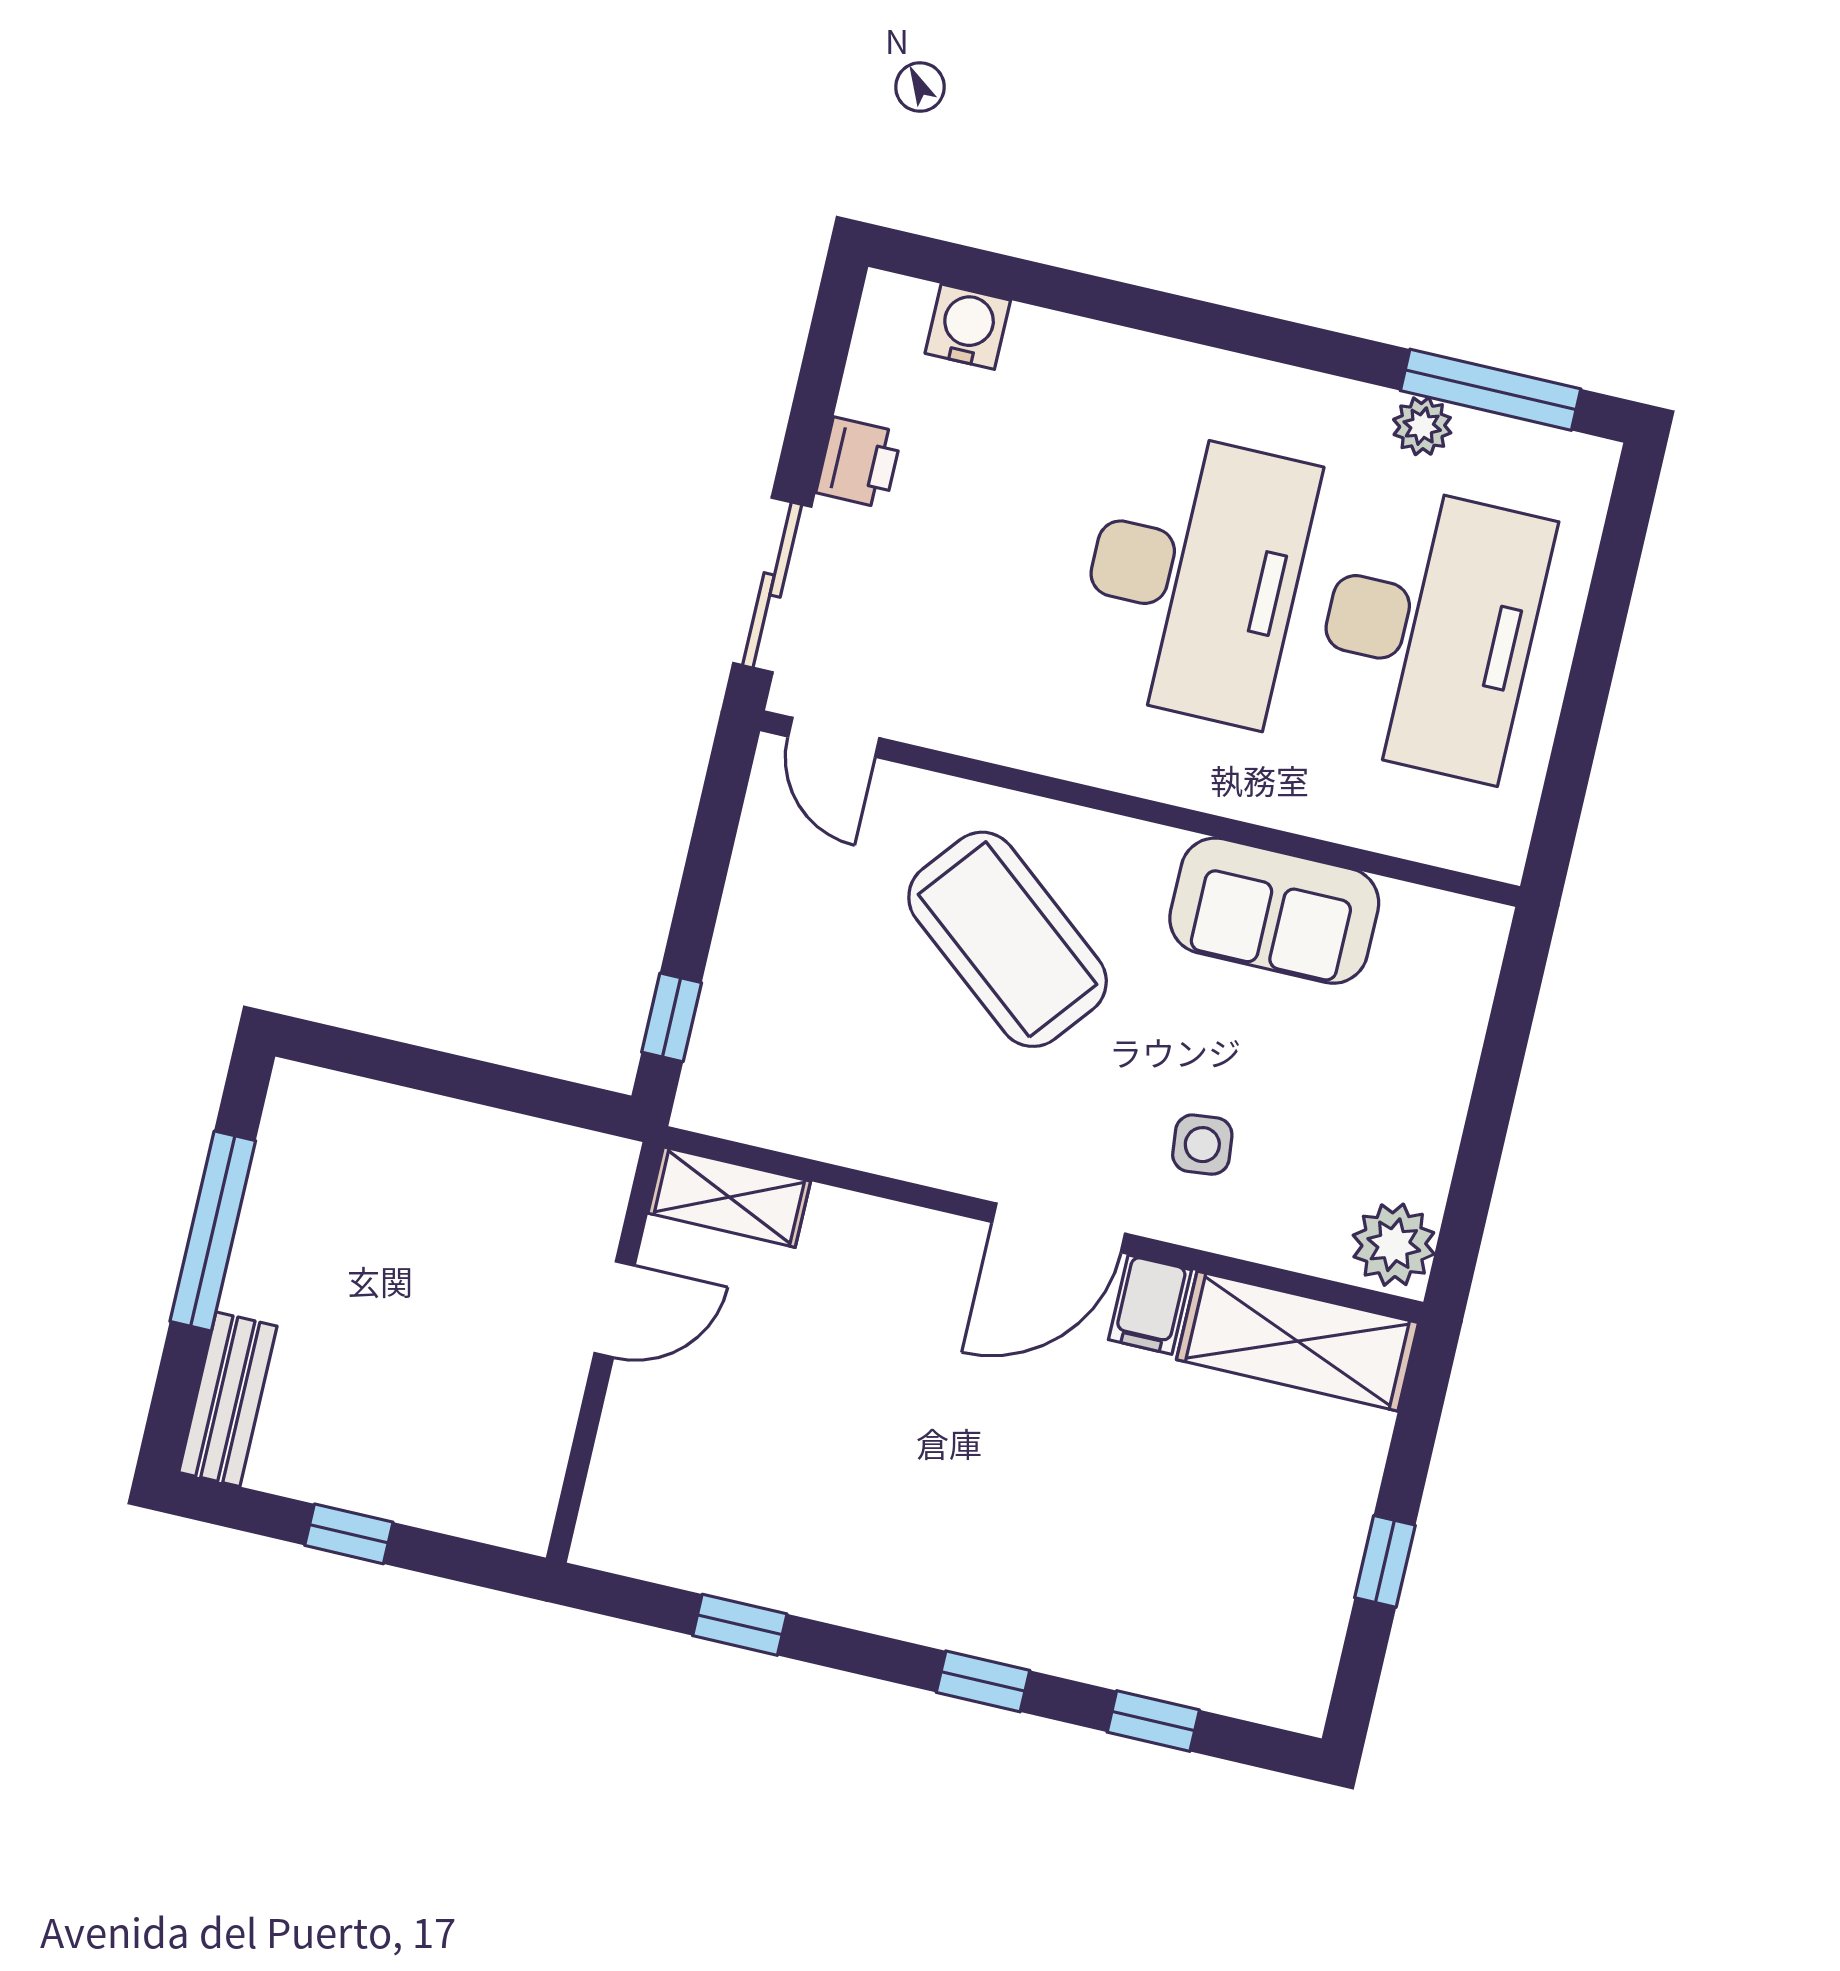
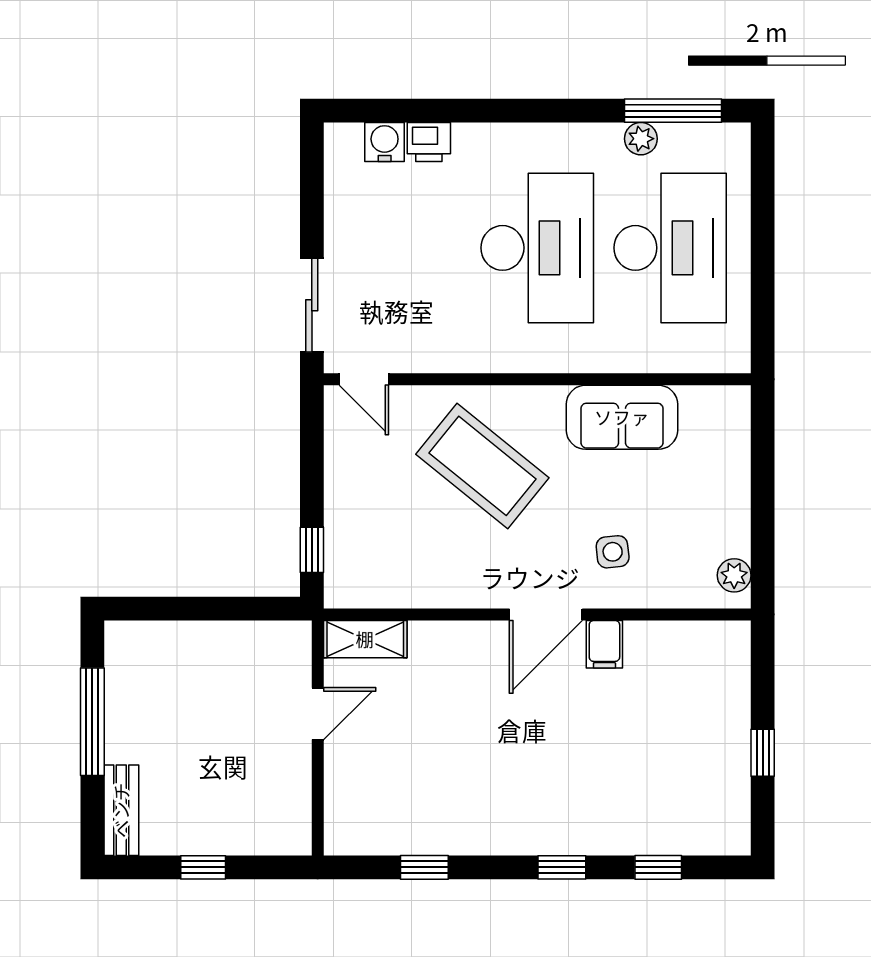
printer: (859, 463) -> (429, 142), moved, turned 90
plant: (1394, 1245) -> (734, 575), width x0.73, depth x0.73
shelving: (1298, 1341) -> (688, 645), removed

